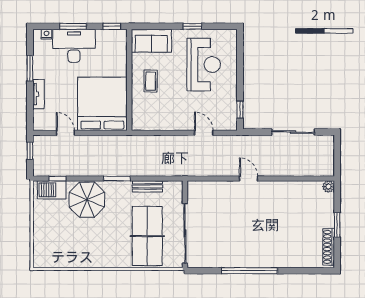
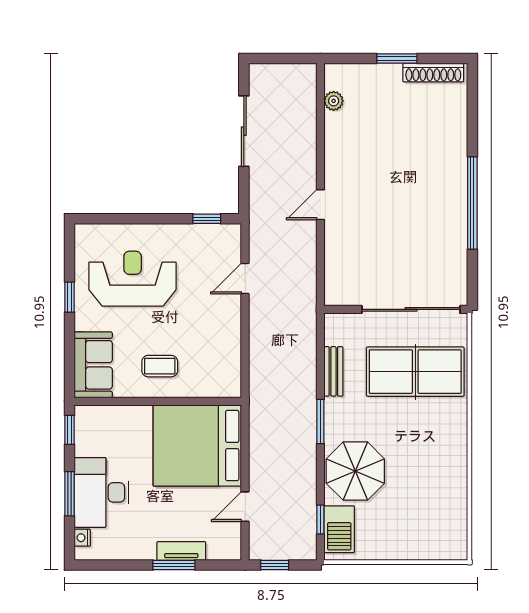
window: (30, 68) -> (174, 565), moved
plant: (328, 187) -> (334, 101), moved

